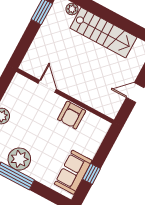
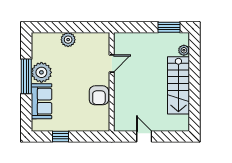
armchair: (72, 115) -> (99, 95), turned -90
sofa: (73, 172) -> (42, 101), moved, turned 90

